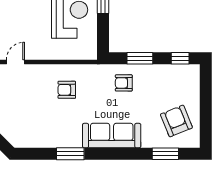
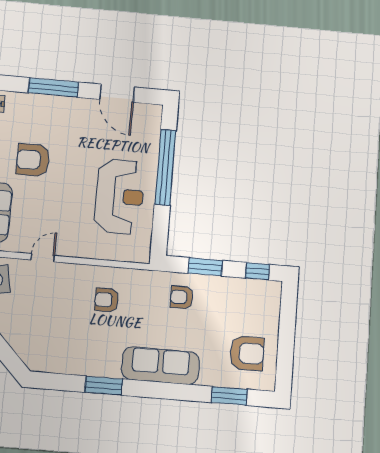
armchair: (176, 121) -> (247, 353), turned 112

